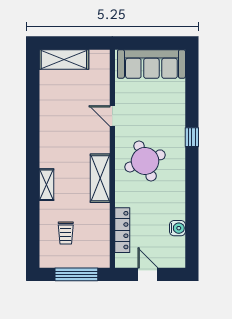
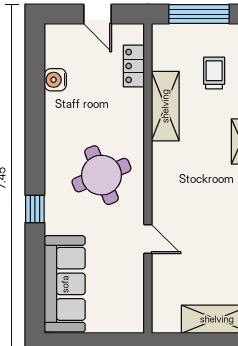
sofa: (151, 64) -> (65, 284), moved, turned 90
shelving: (100, 178) -> (165, 106), moved
locker: (122, 230) -> (134, 66), width x0.66

